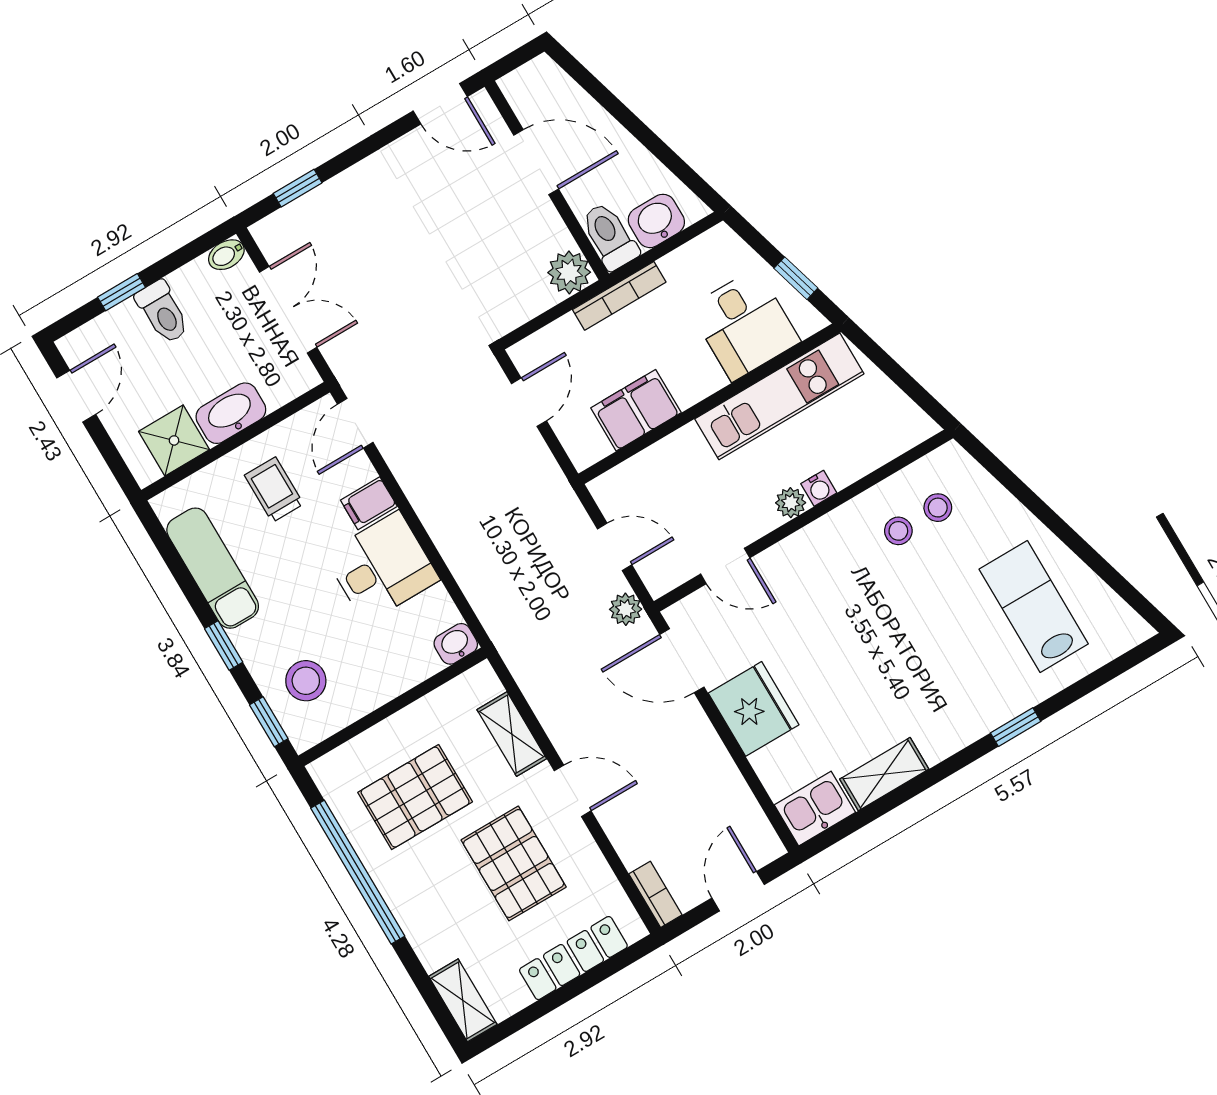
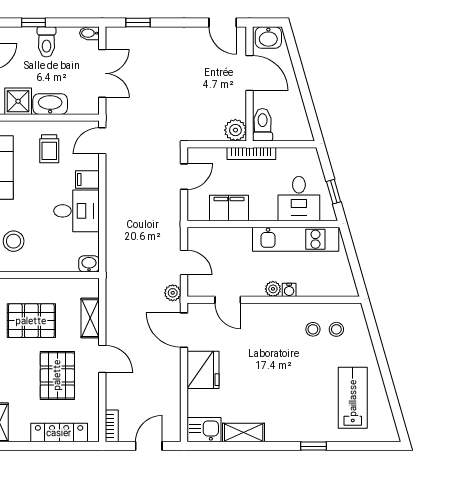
washbasin: (656, 221) -> (268, 38), moved, turned 180
trolley: (274, 490) -> (49, 149), turned 180

